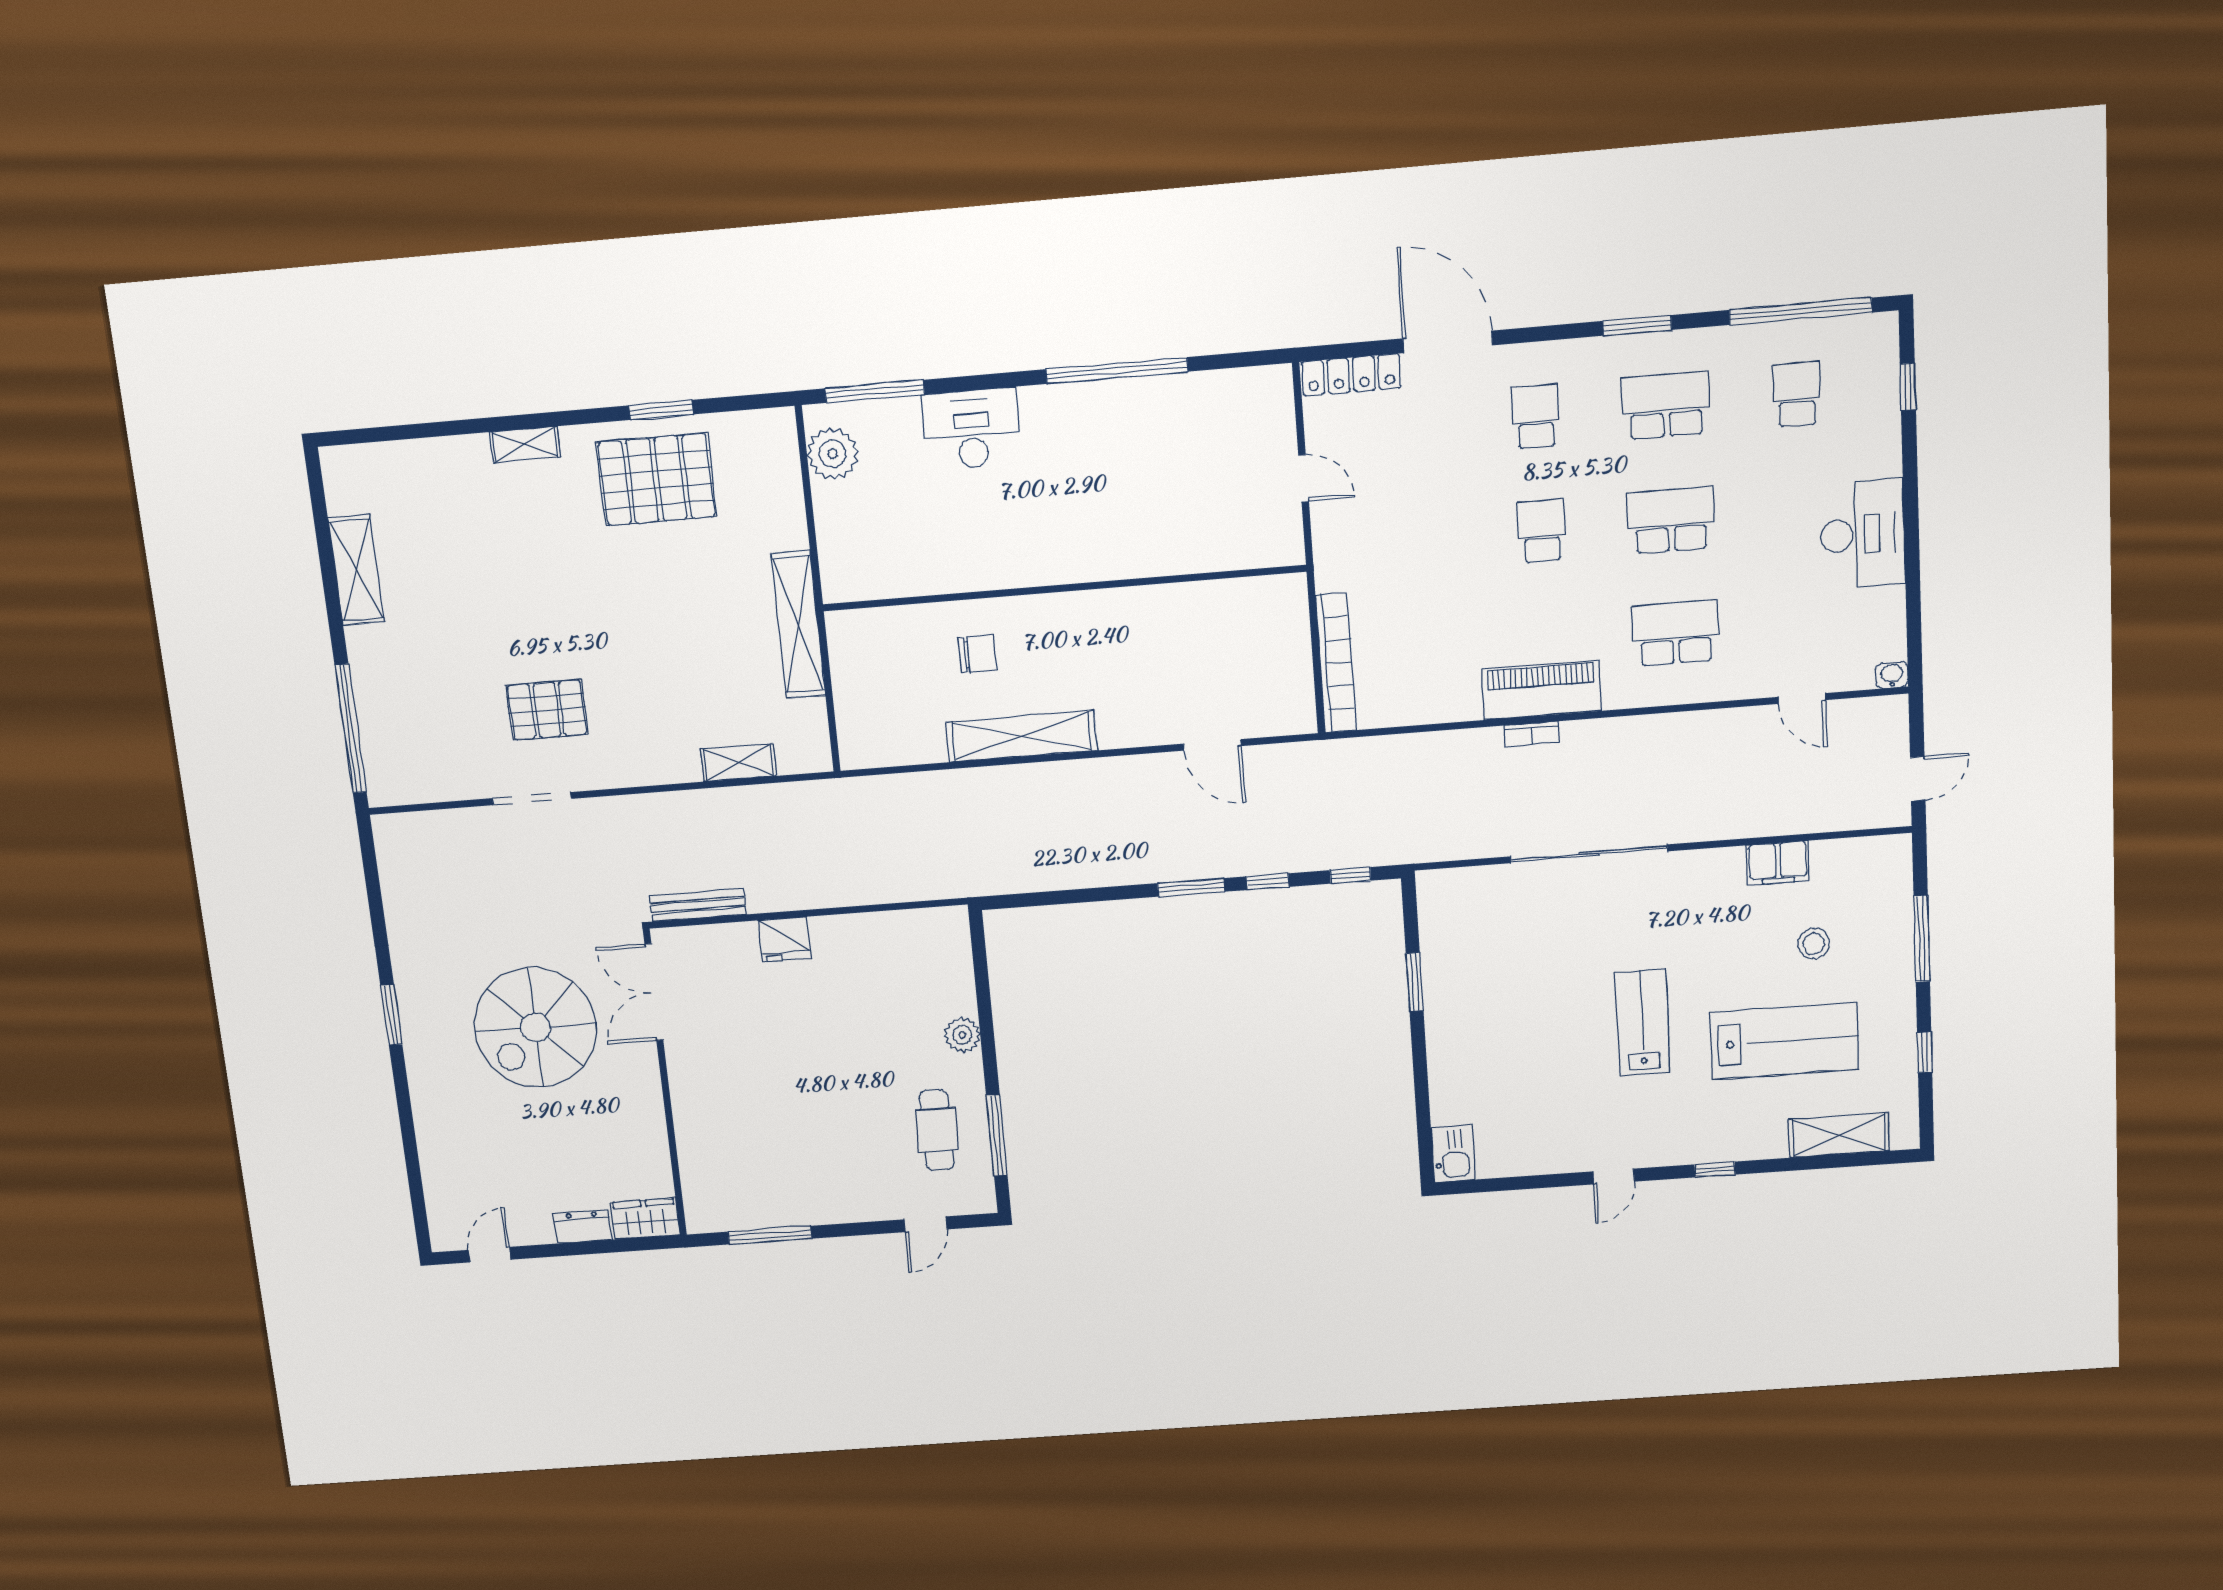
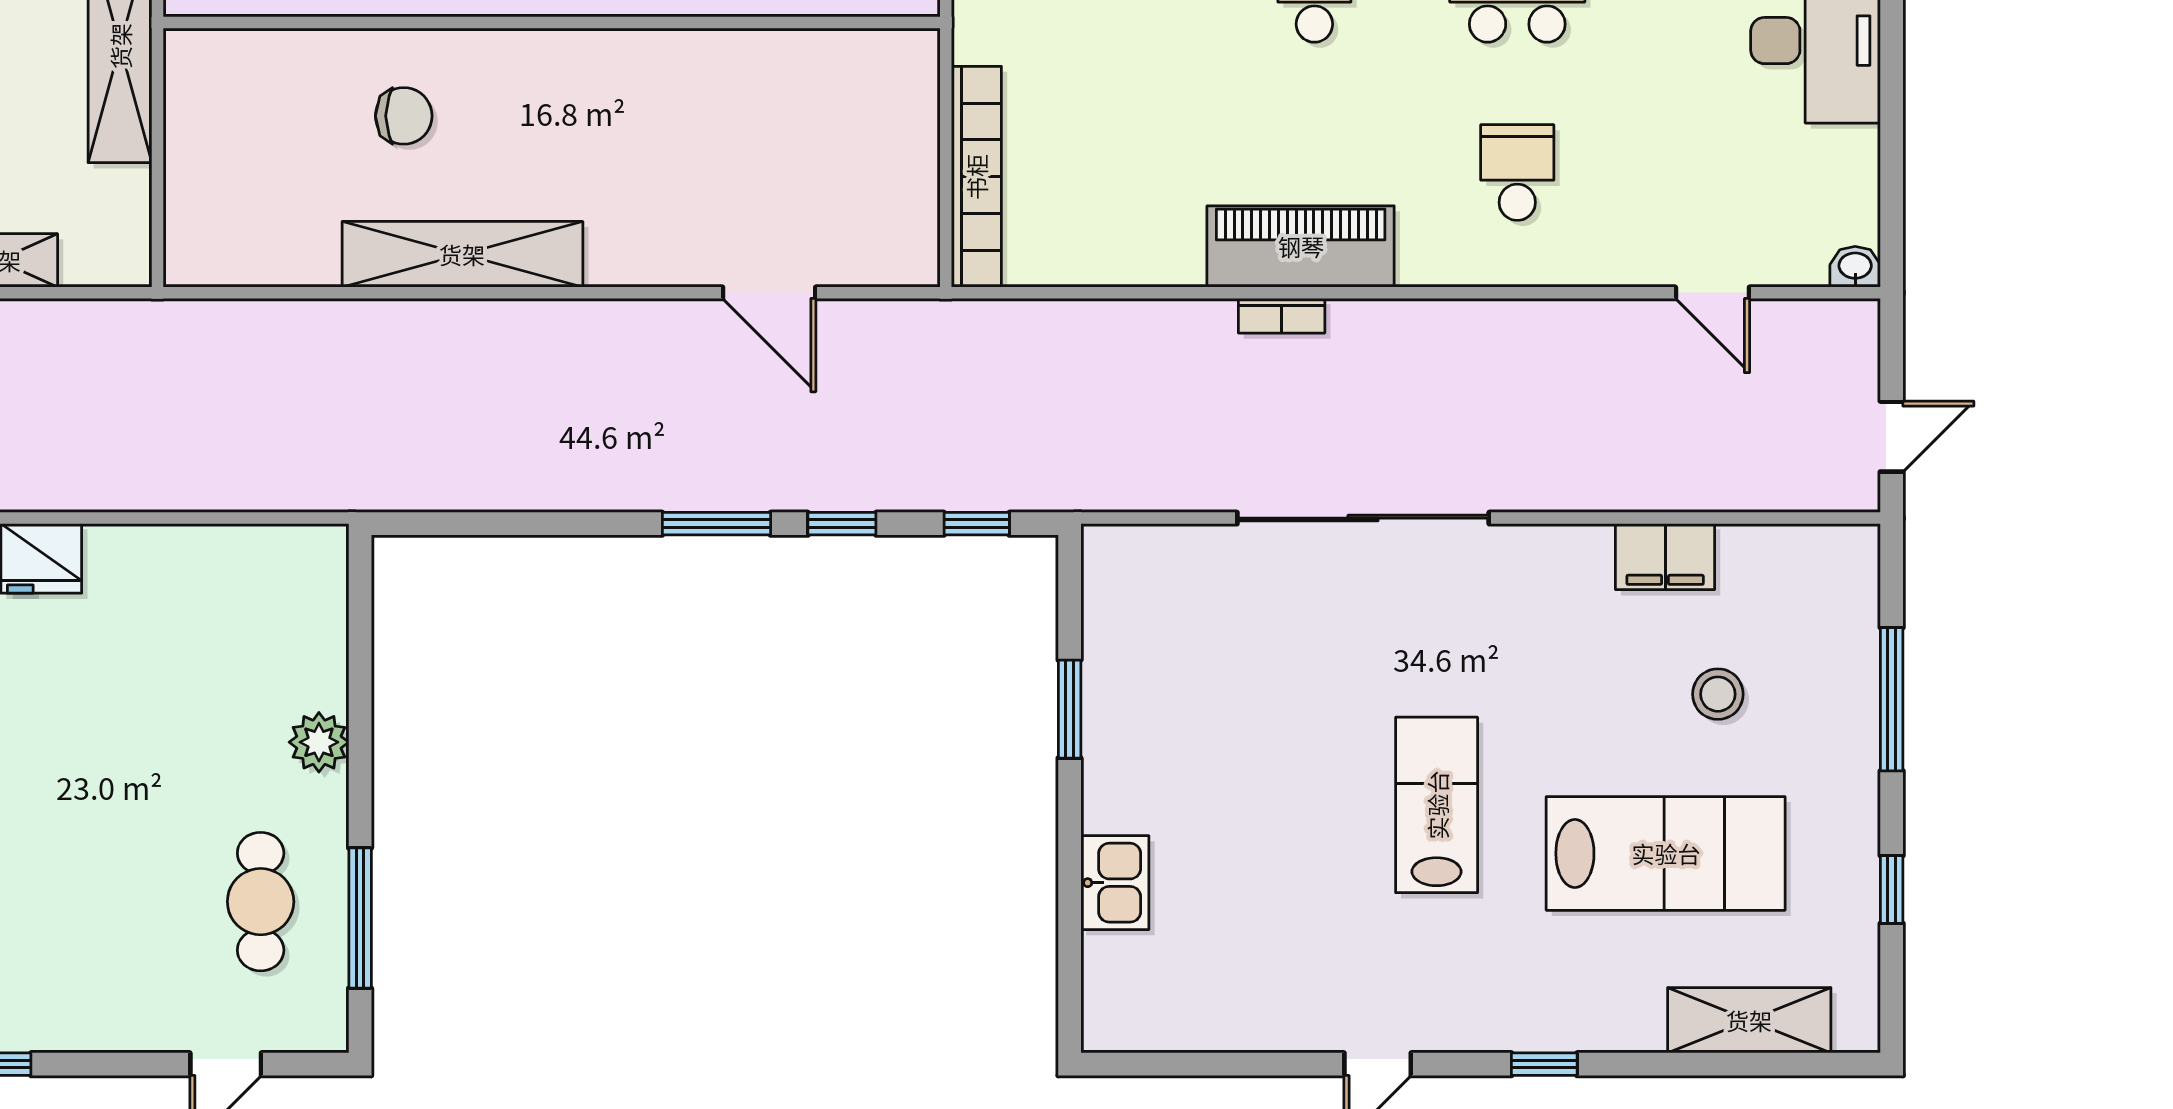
school desk: (1676, 633) -> (1517, 173), width x0.54
kitchen sink: (1453, 1154) -> (1115, 883), moved

